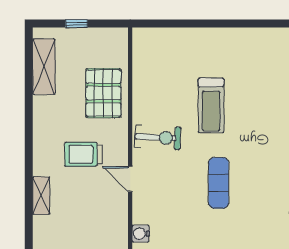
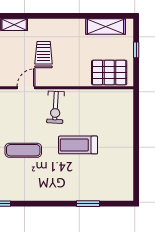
pallet: (103, 93) -> (109, 73), moved

